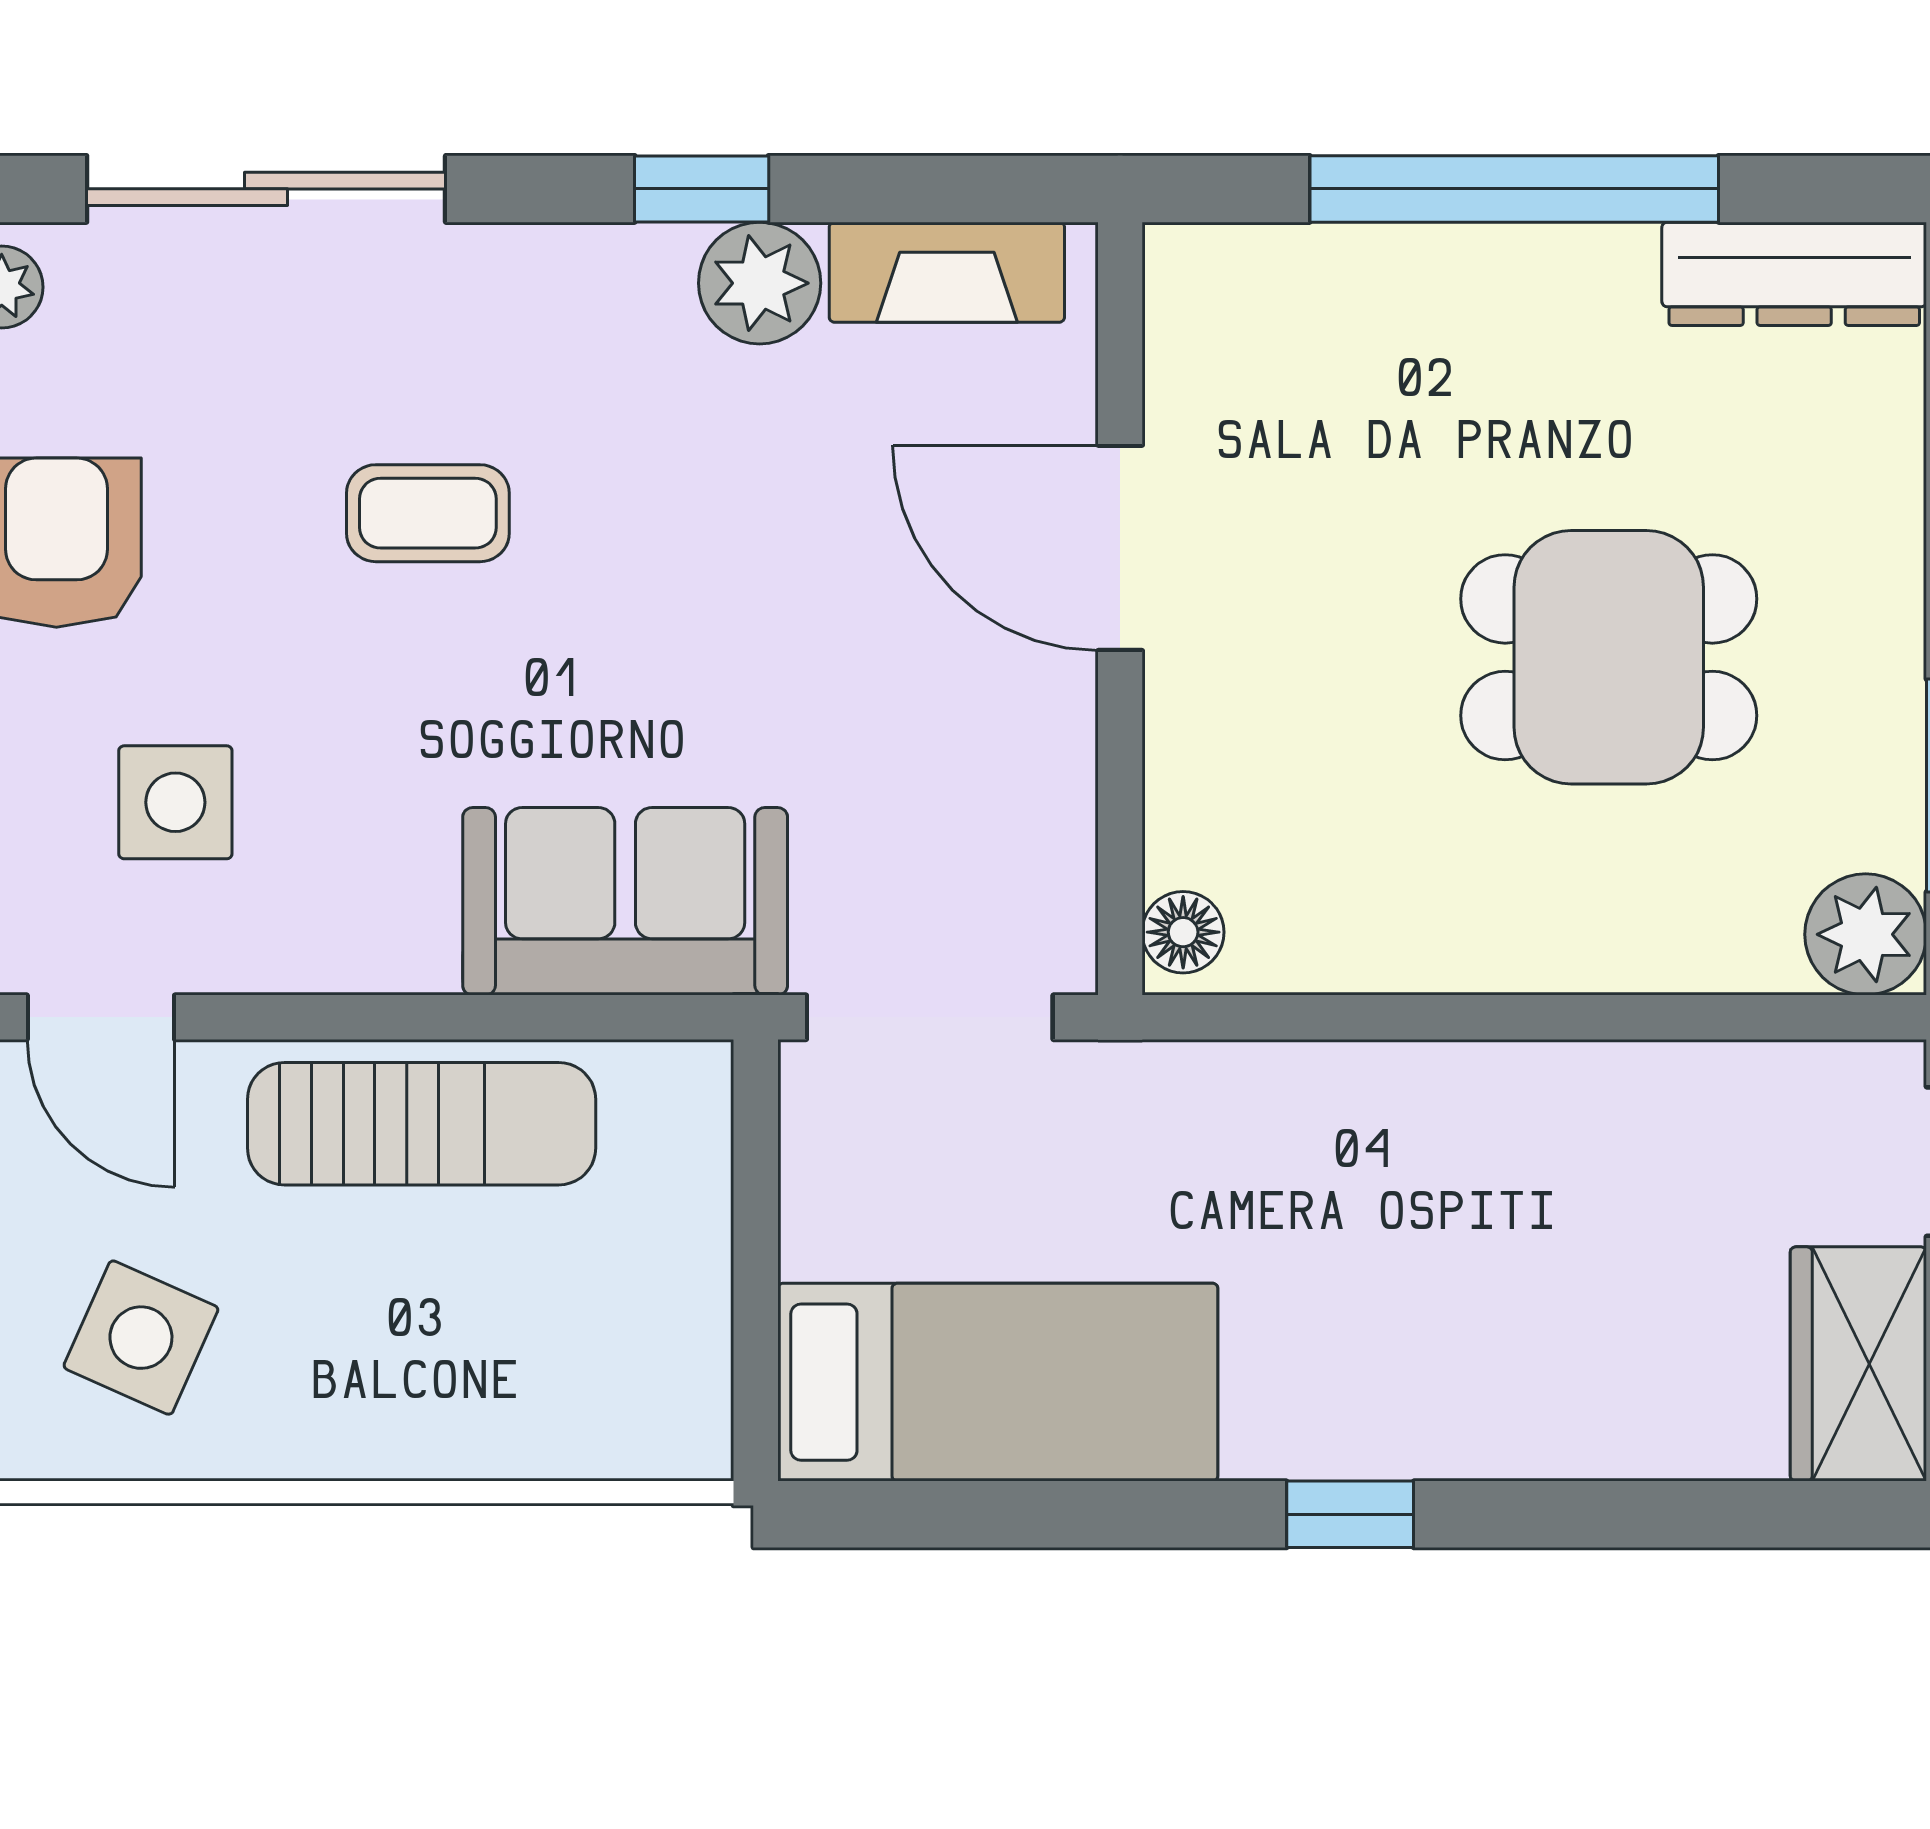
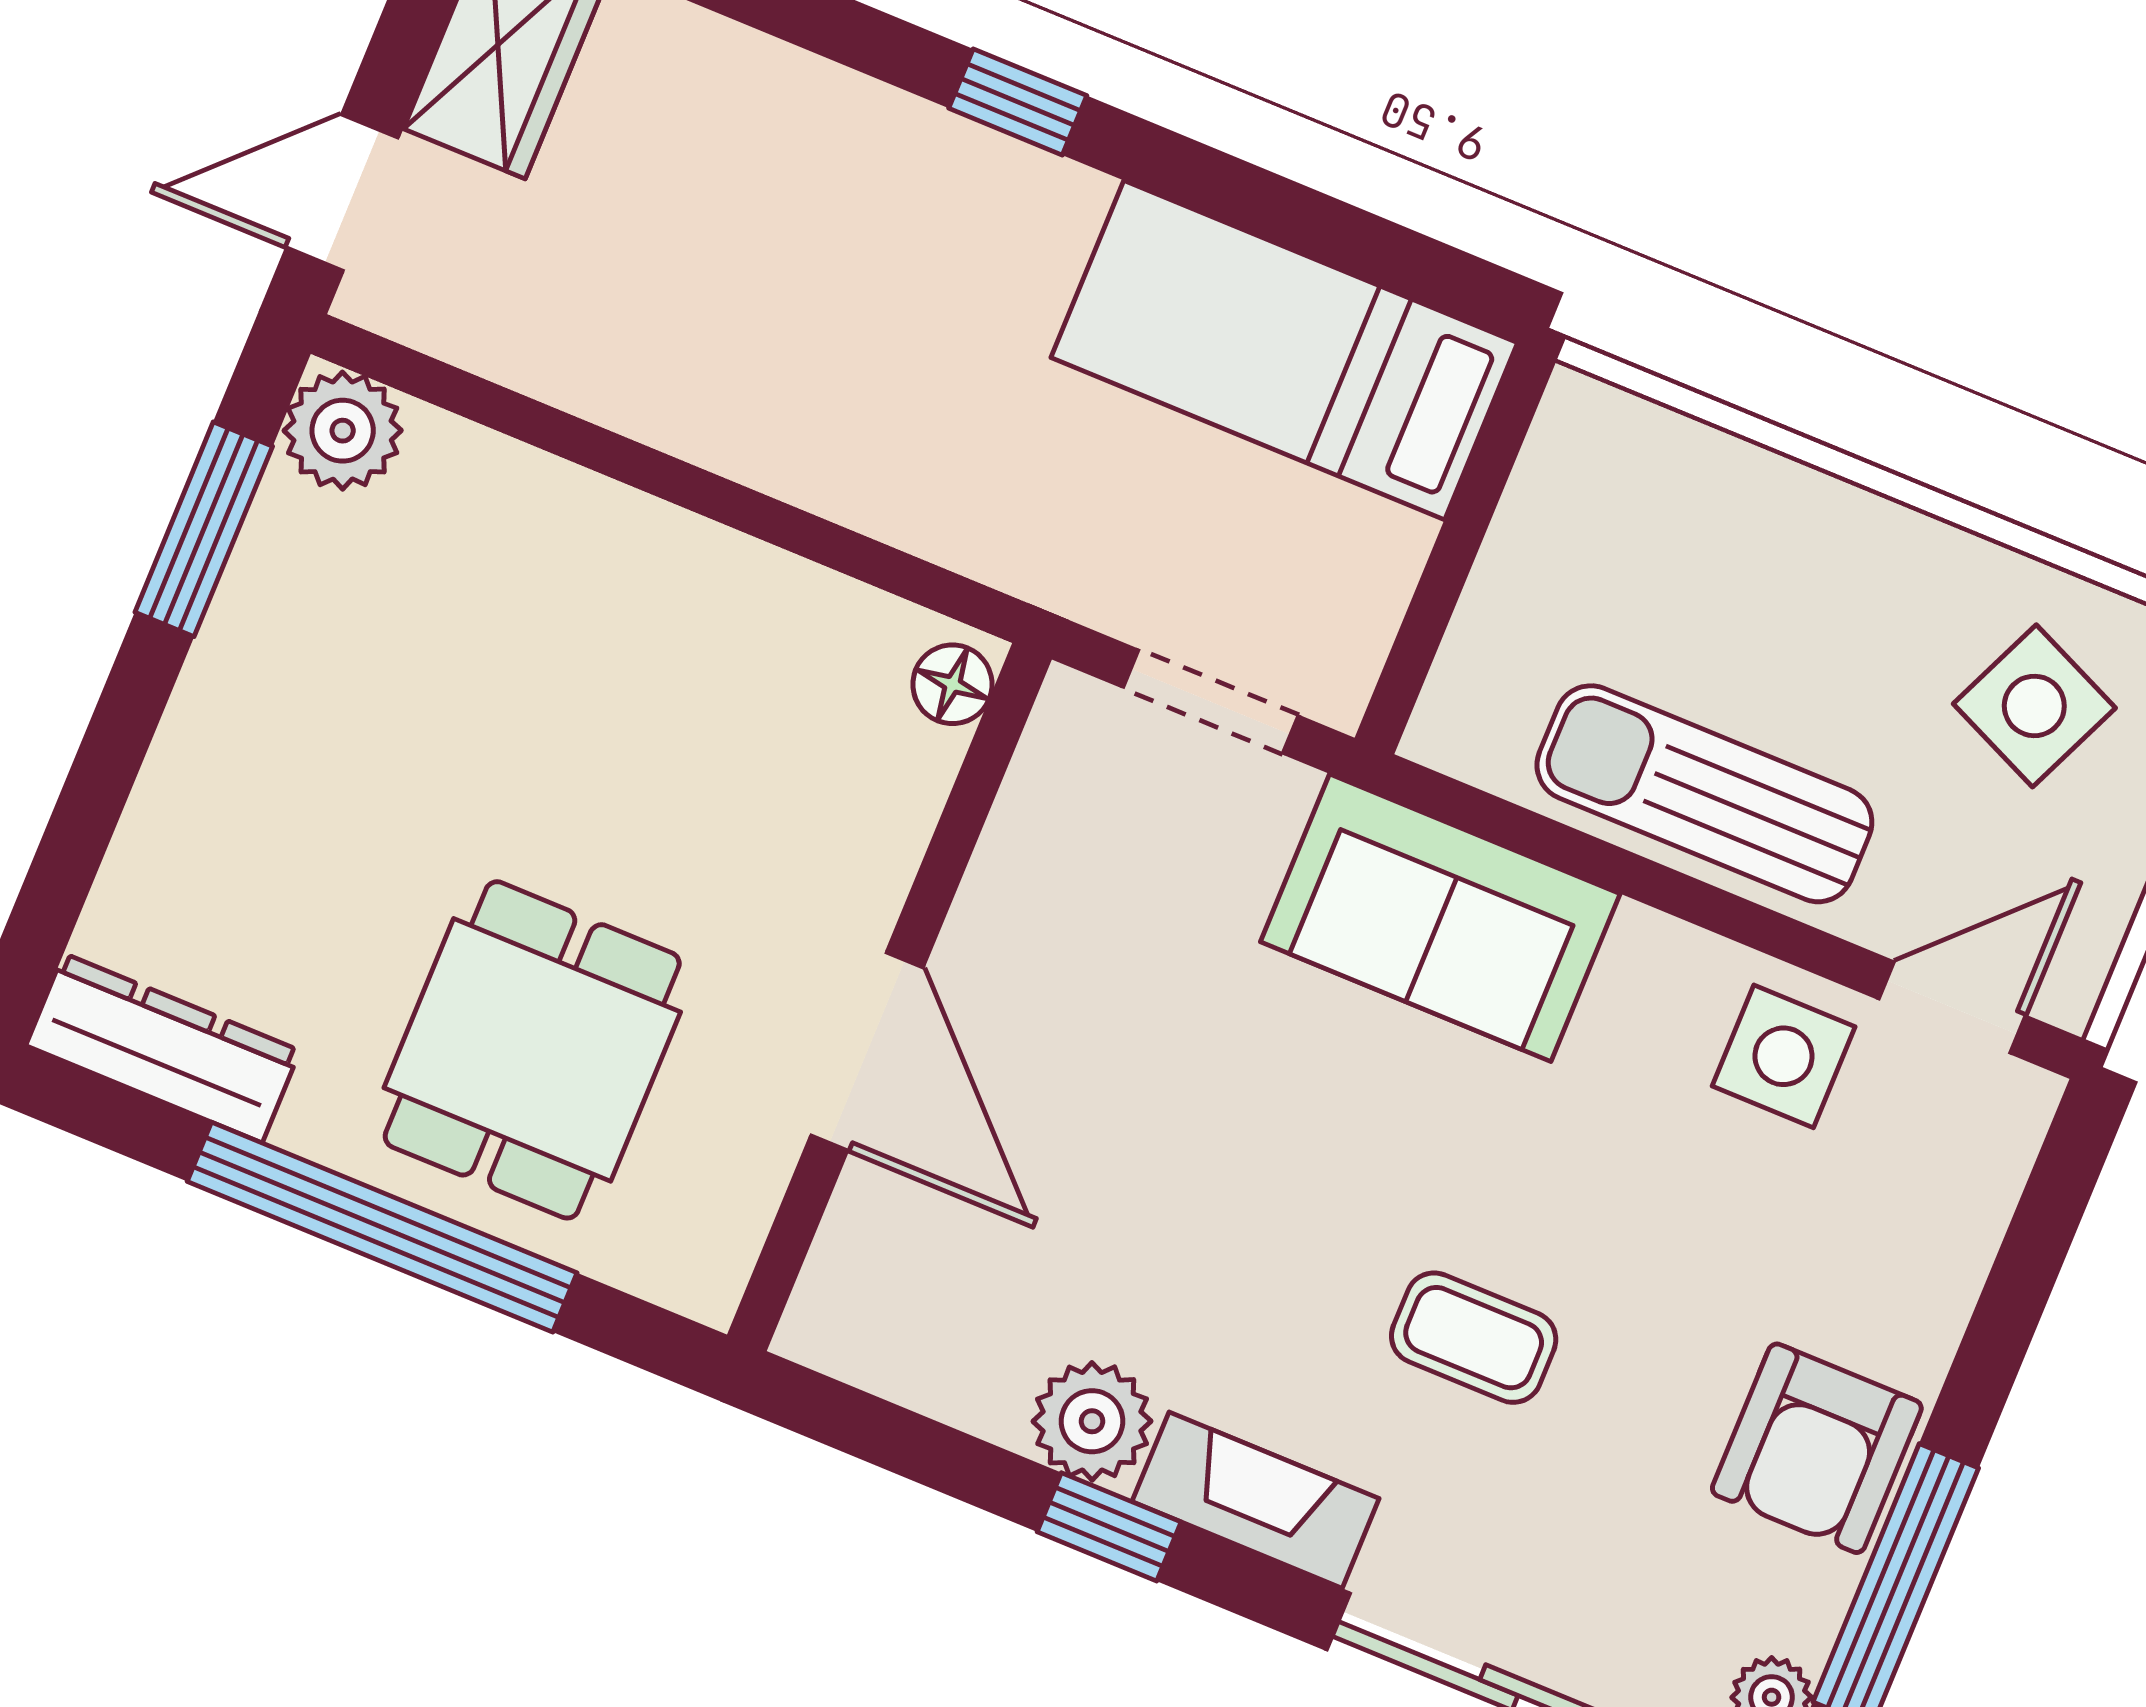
fireplace: (947, 272) -> (1256, 1500), moved
dining table: (1609, 657) -> (532, 1050), moved, turned 90
side table: (175, 802) -> (1784, 1056), moved
door: (101, 1017) -> (1952, 1007), hinge flipped
doorway: (930, 1017) -> (1211, 702), width x0.73

